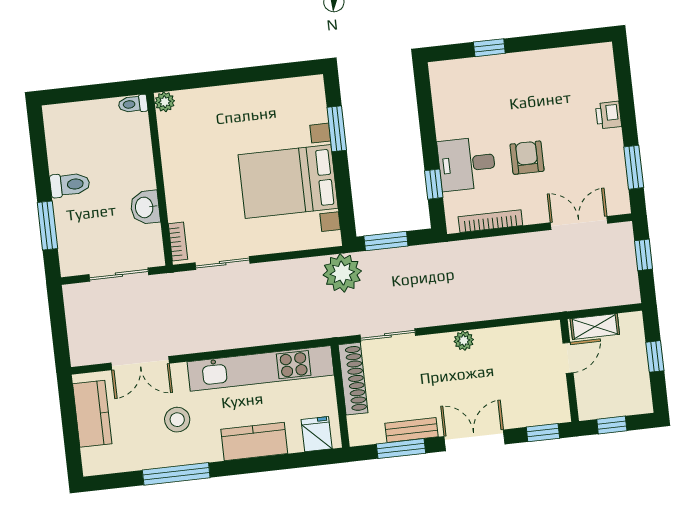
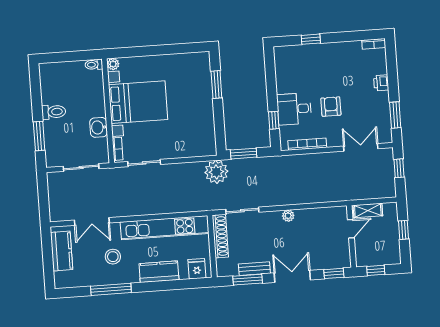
bookcase: (594, 51) -> (374, 44), added
bed with nightstands: (288, 182) -> (138, 102), moved, turned 180

